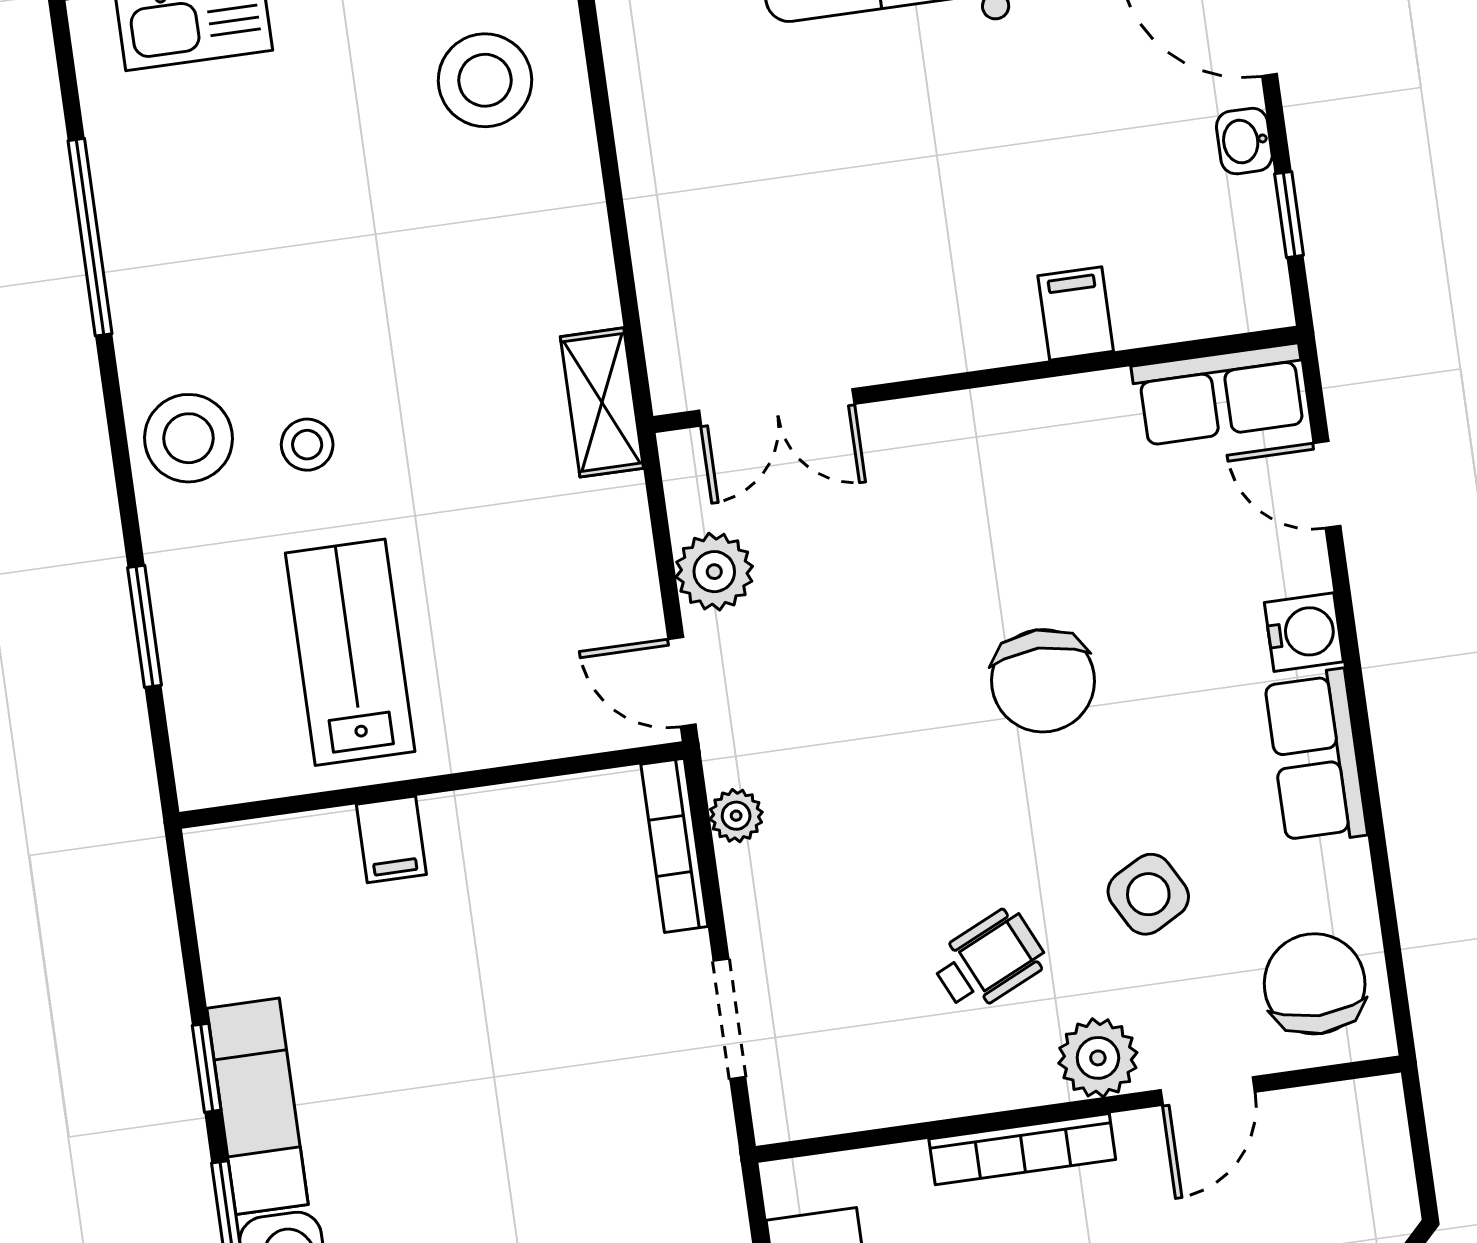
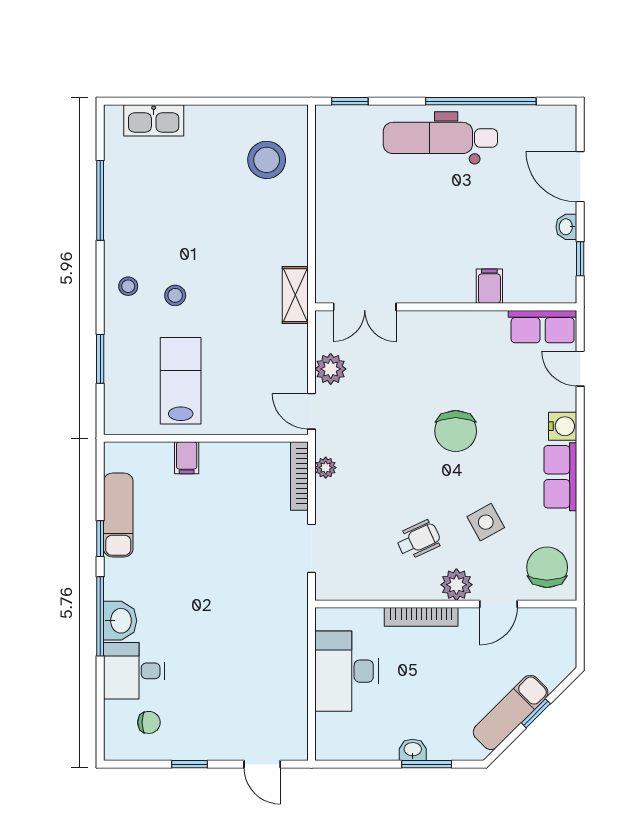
stool: (189, 438) -> (128, 286), width x0.53, depth x0.53
exam couch: (258, 1106) -> (118, 515), moved

